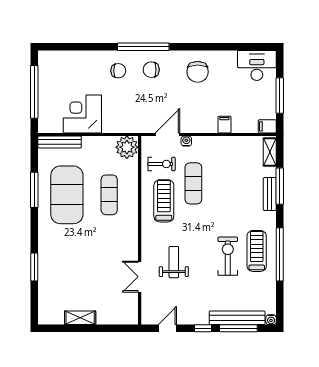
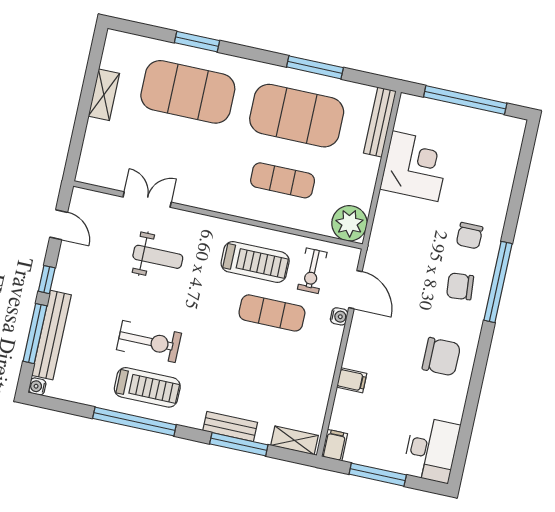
chair: (151, 70) -> (460, 286), turned -95
chair: (198, 72) -> (441, 357), turned 180
exercise mat: (67, 266) -> (188, 92), added

